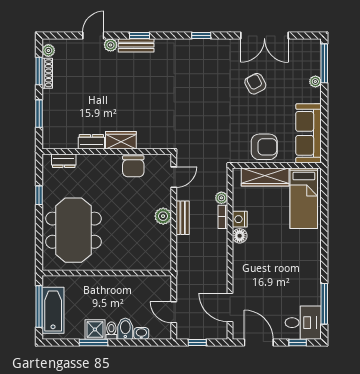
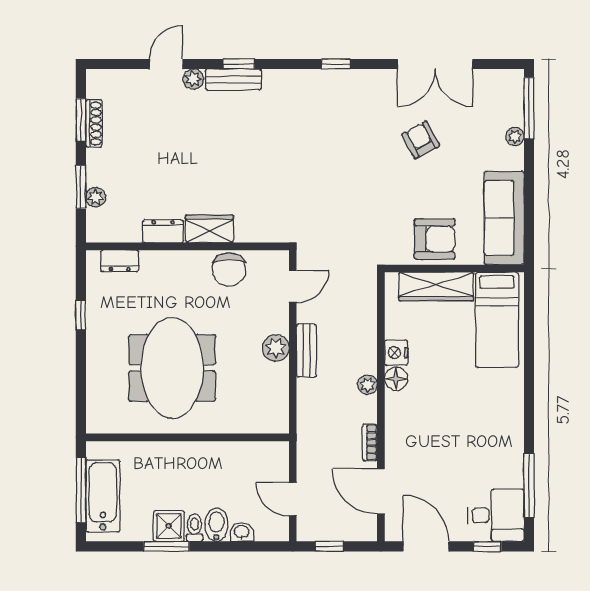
plant: (48, 51) -> (96, 197), moved
plant: (221, 198) -> (368, 385), moved
bookcase: (223, 217) -> (370, 443), moved
meeting table: (73, 230) -> (172, 368), moved

